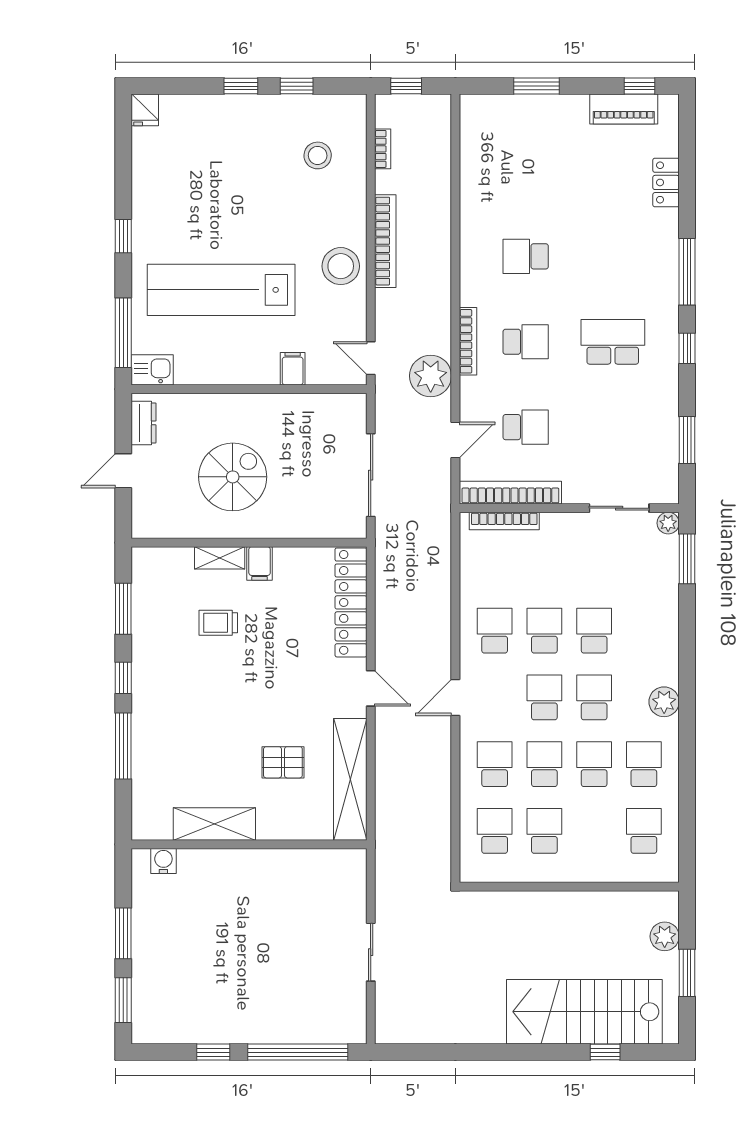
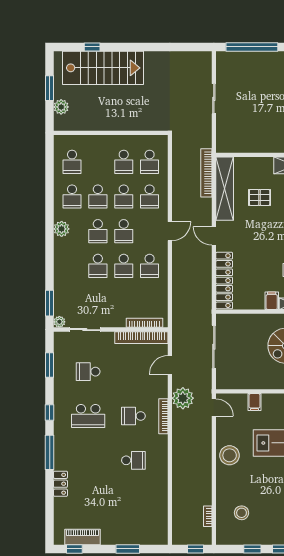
locker: (666, 182) -> (60, 484), moved
bookcase: (385, 241) -> (206, 173), moved
school desk: (526, 427) -> (88, 372), moved

